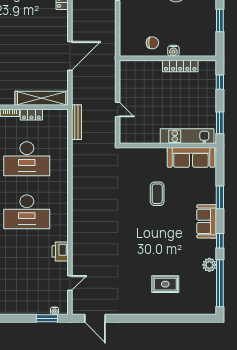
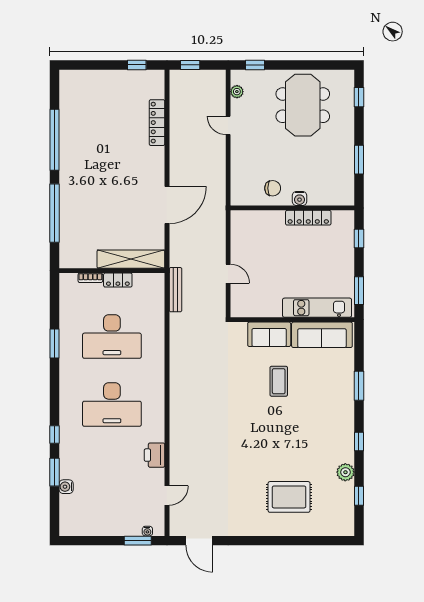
sofa: (207, 221) -> (269, 334), moved, turned -90
window: (220, 283) -> (359, 496), width x0.32
rug: (165, 284) -> (289, 497), width x1.36, depth x1.43

